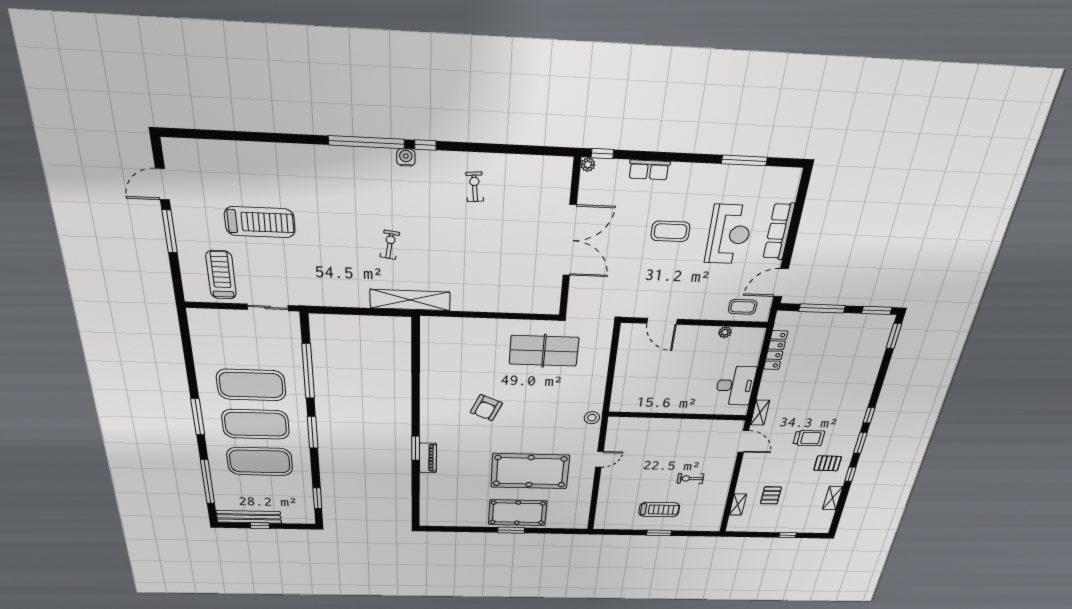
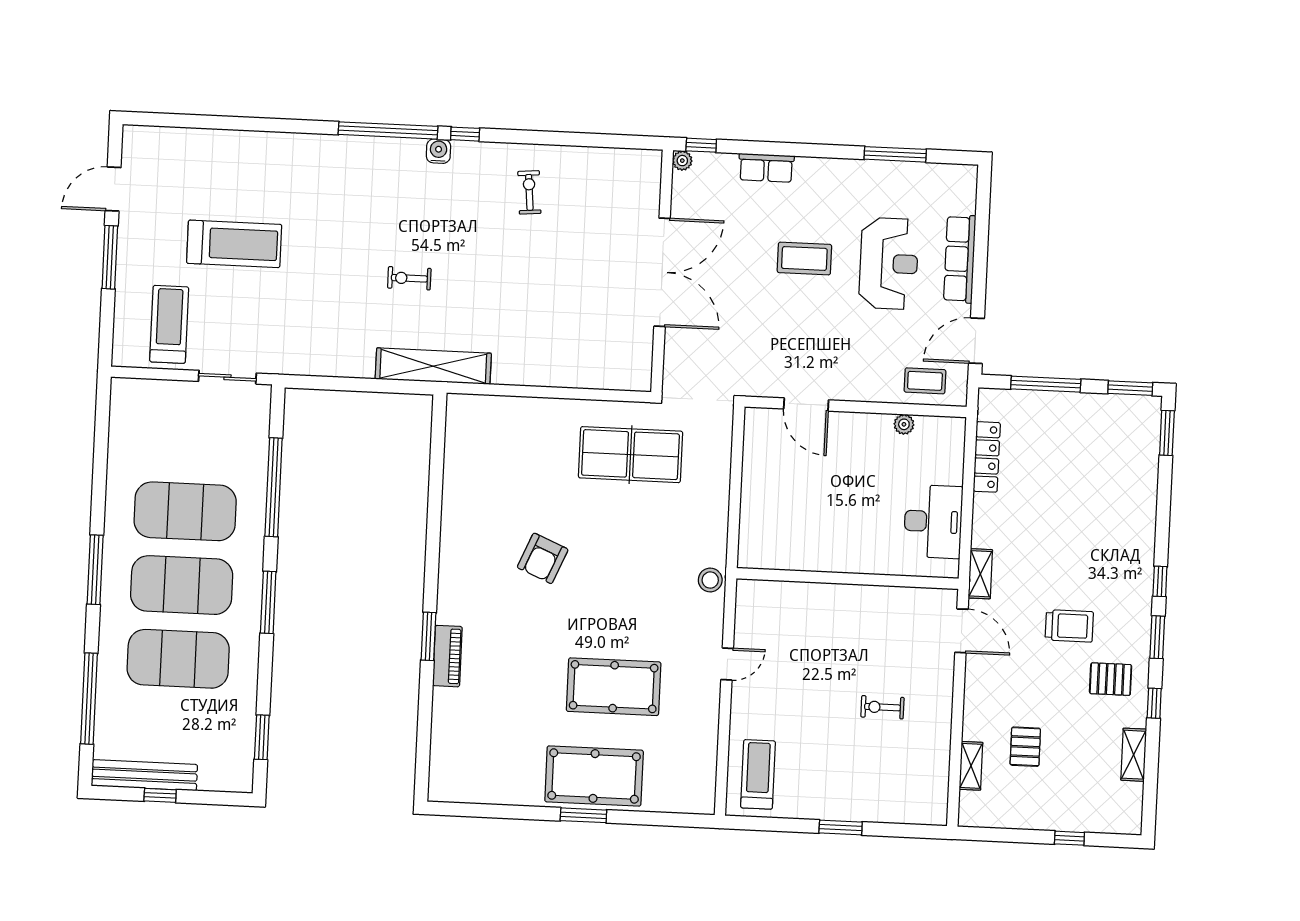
exercise bike: (390, 245) -> (409, 278), turned -99
pool table: (530, 471) -> (614, 687), width x0.73, depth x0.76
treadmill: (659, 510) -> (758, 774), moved, turned -90

